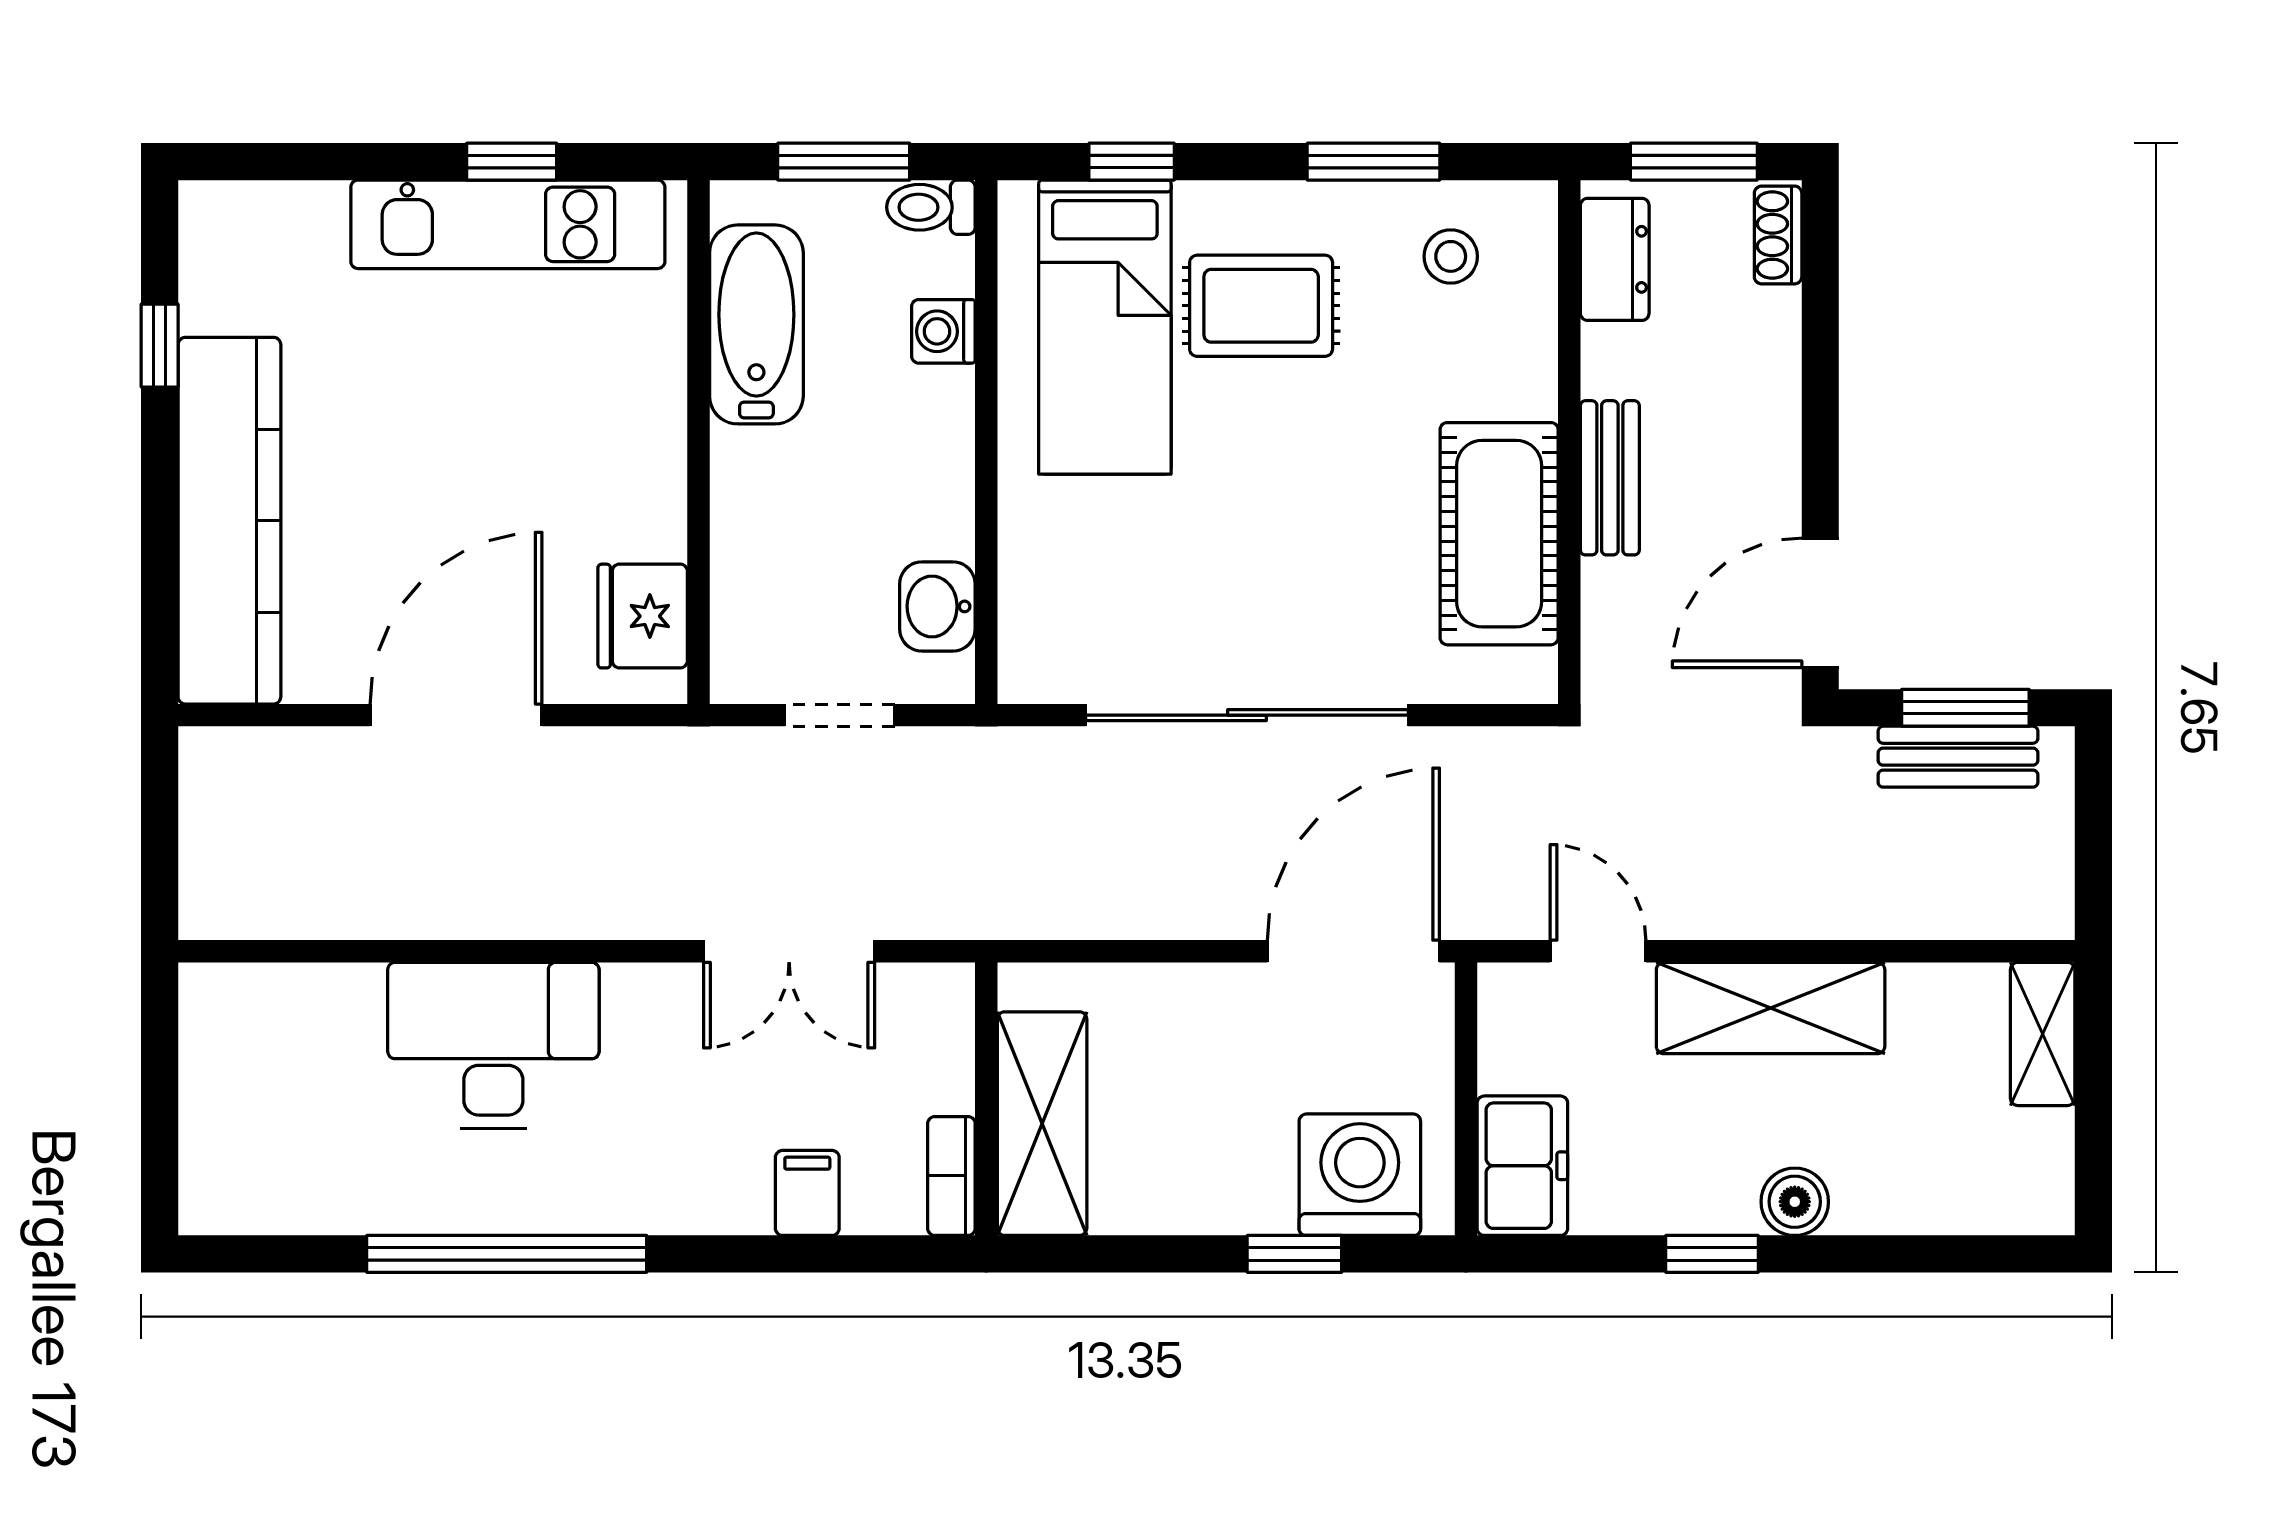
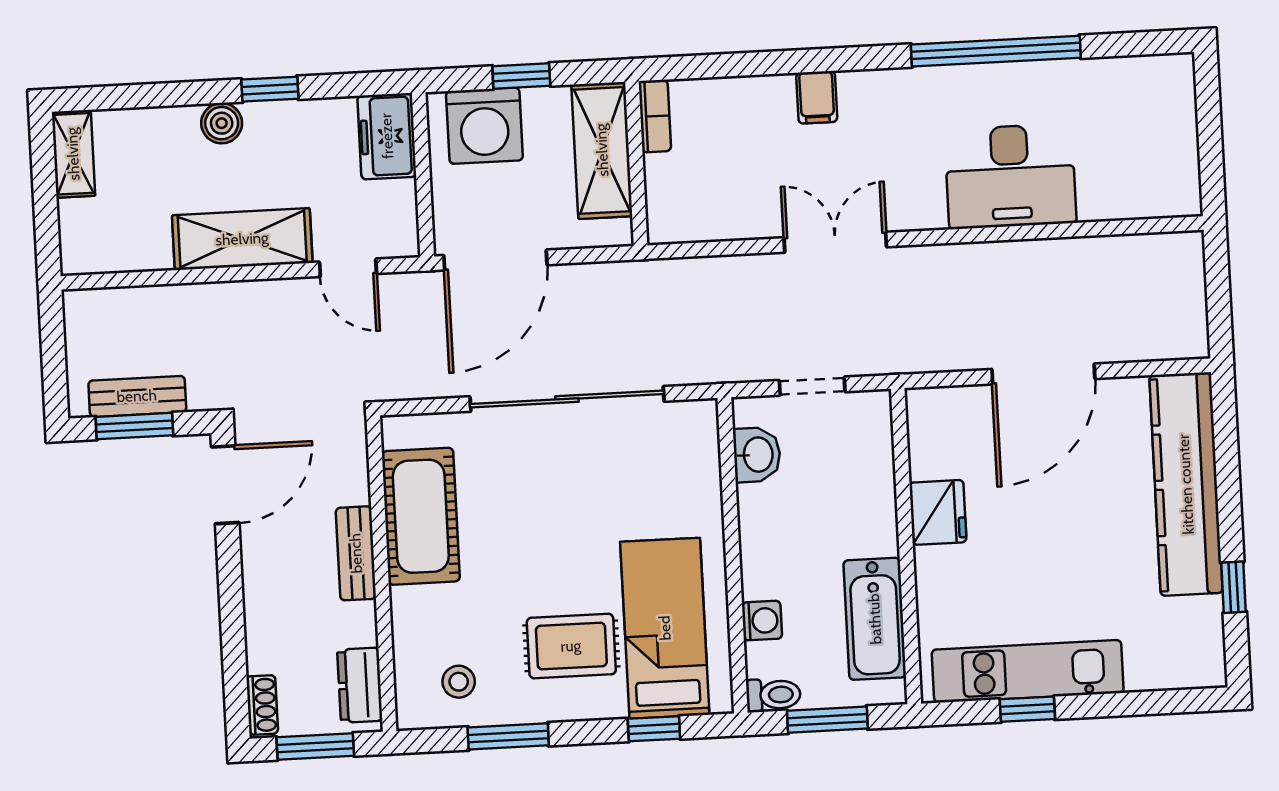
fridge: (643, 616) -> (938, 512), moved
shelving: (2043, 1034) -> (73, 154), moved
wall: (986, 1099) -> (636, 164), moved
shelving: (1042, 1124) -> (602, 150), moved
bookcase: (951, 1176) -> (655, 116), moved

